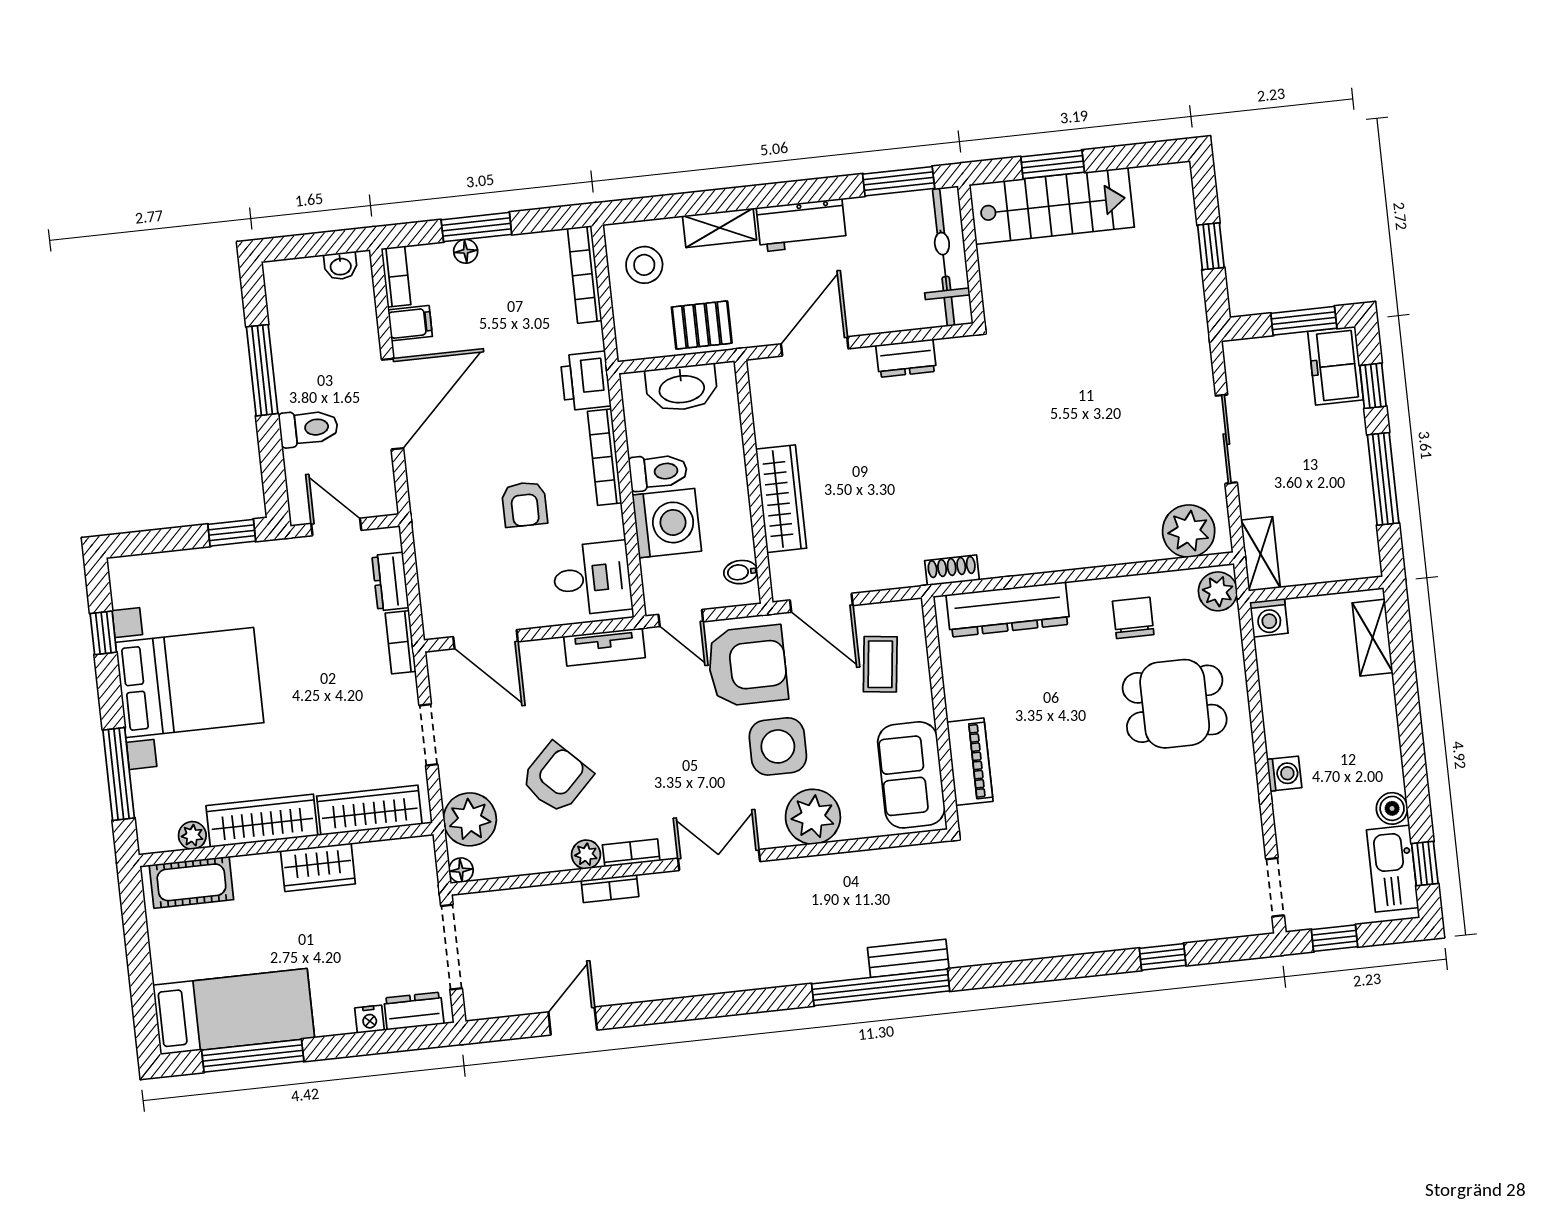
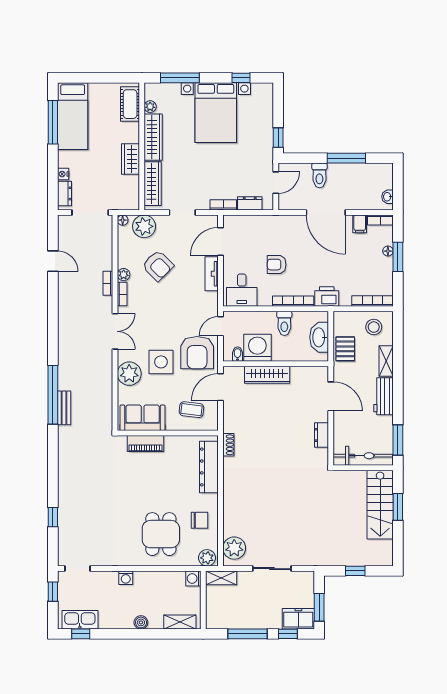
washing machine: (667, 523) -> (257, 348), moved, turned 180
tv unit: (604, 647) -> (212, 274), moved
boiler: (1392, 808) -> (141, 622), moved

